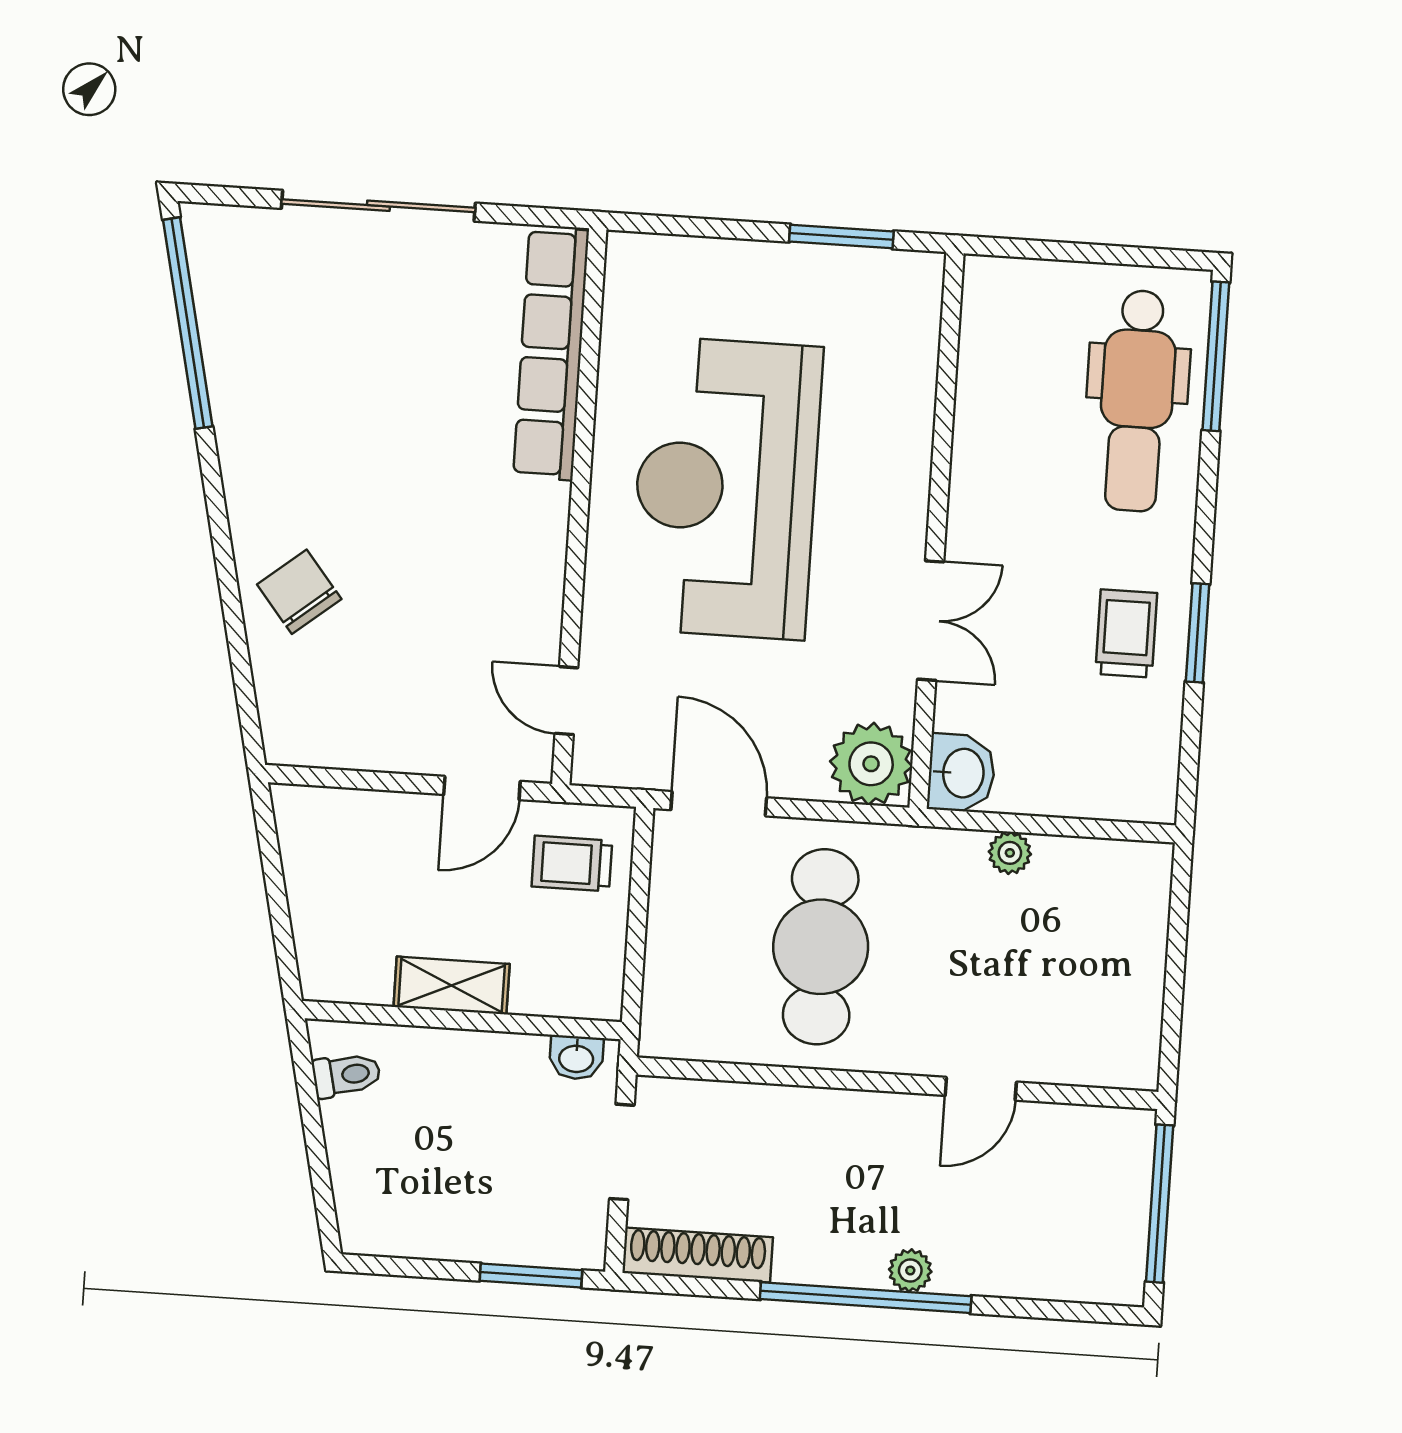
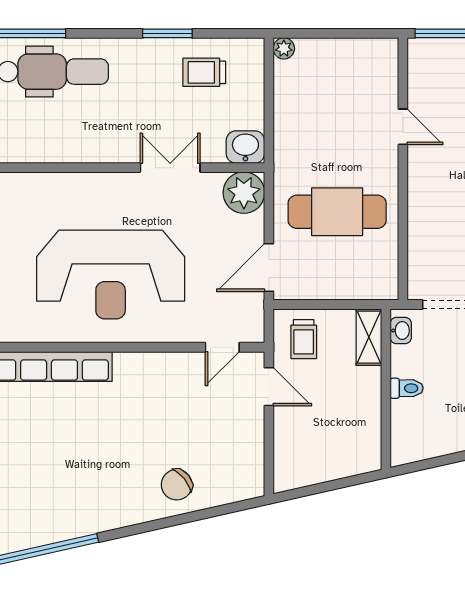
trolley: (1126, 633) -> (204, 72), moved
plant: (1010, 853) -> (284, 48), moved
shelving: (452, 986) -> (369, 337), moved
toilet: (346, 1075) -> (407, 388), moved, turned 103

